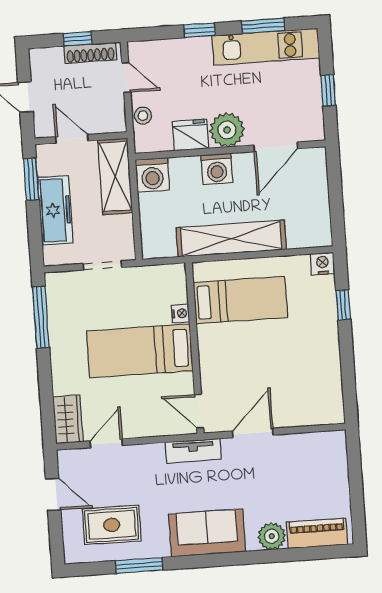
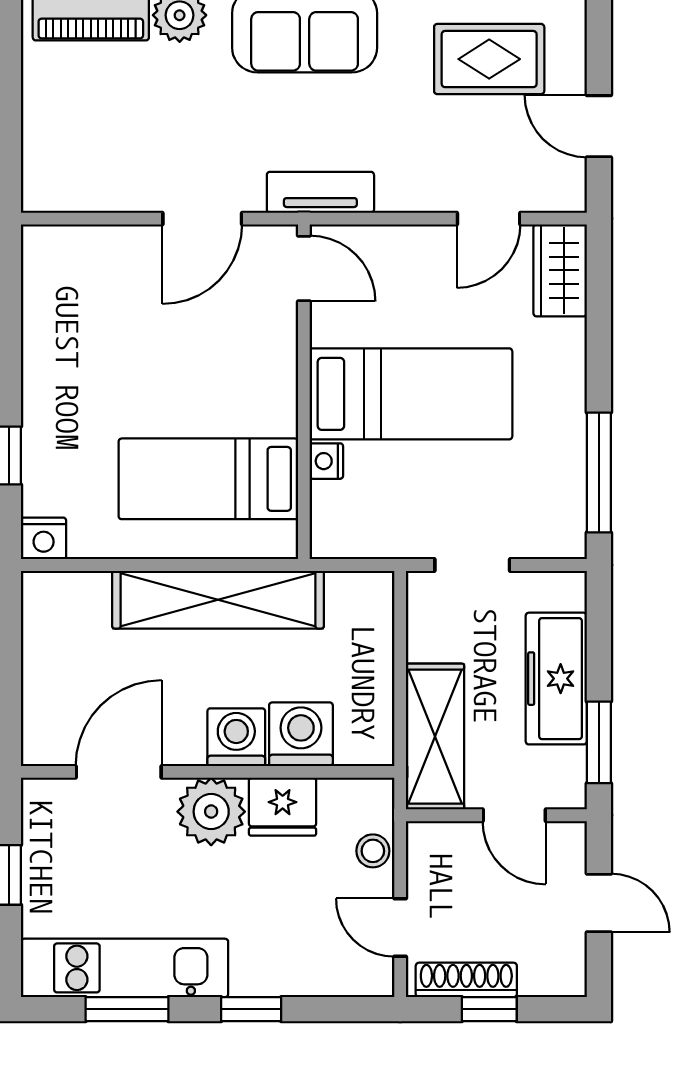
washing machine: (152, 175) -> (301, 734), moved

